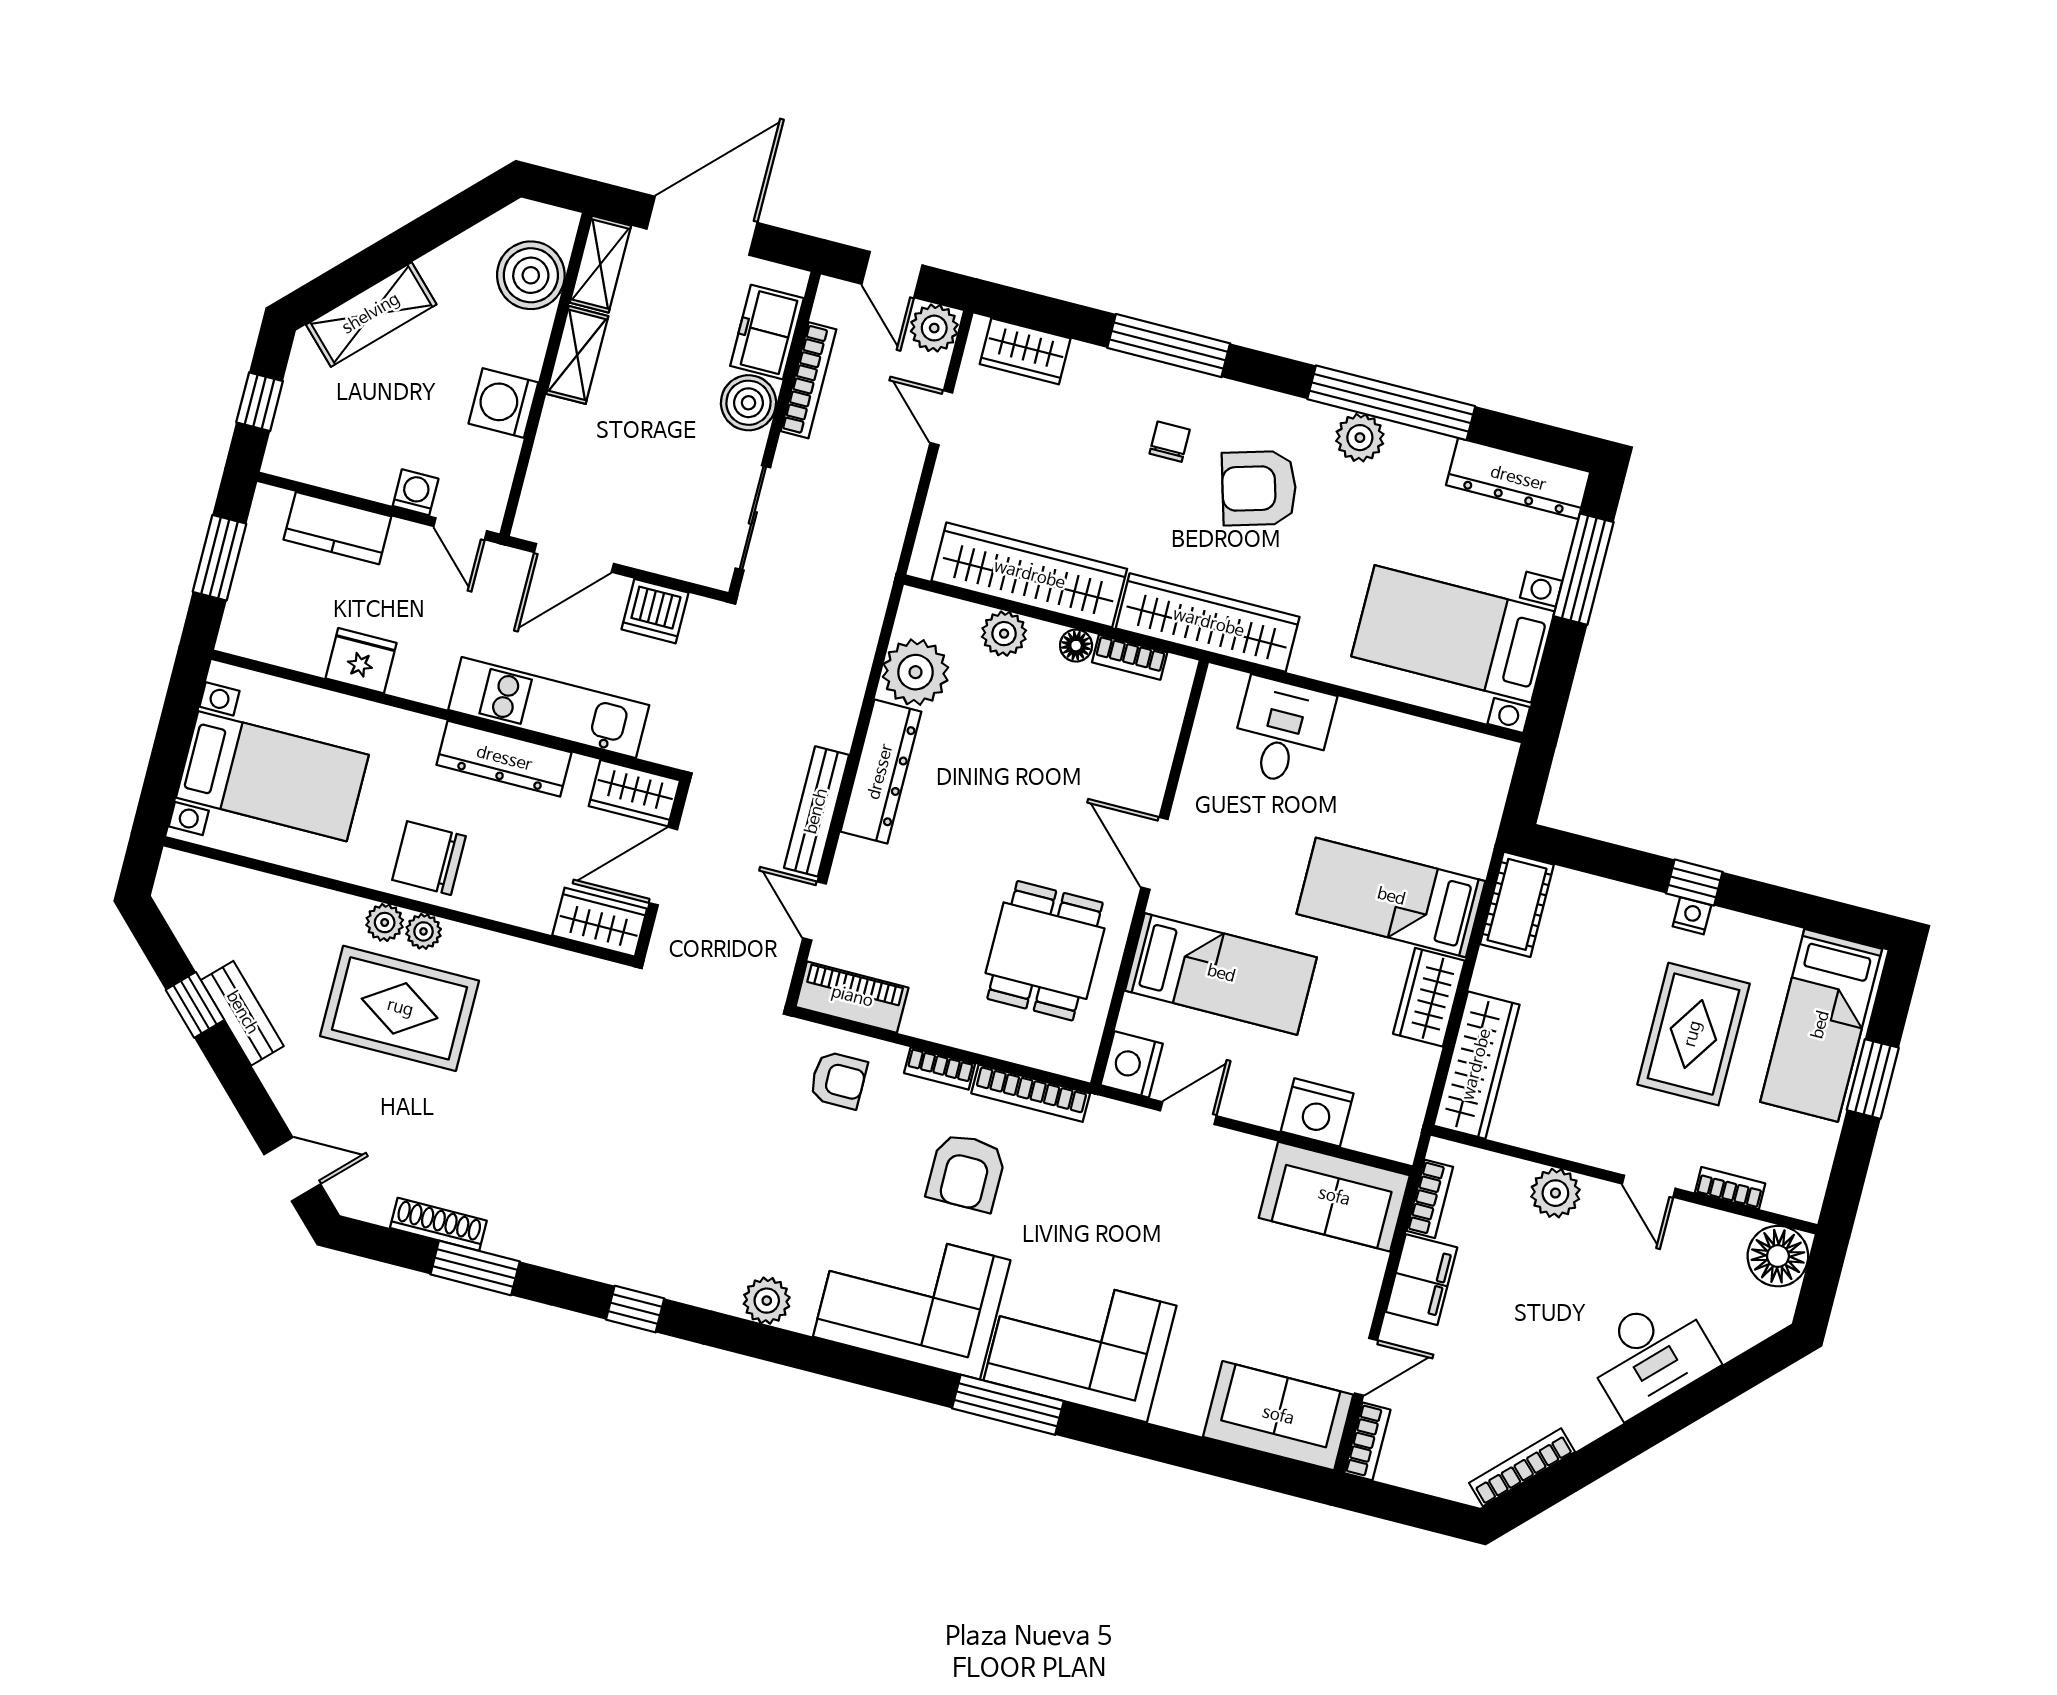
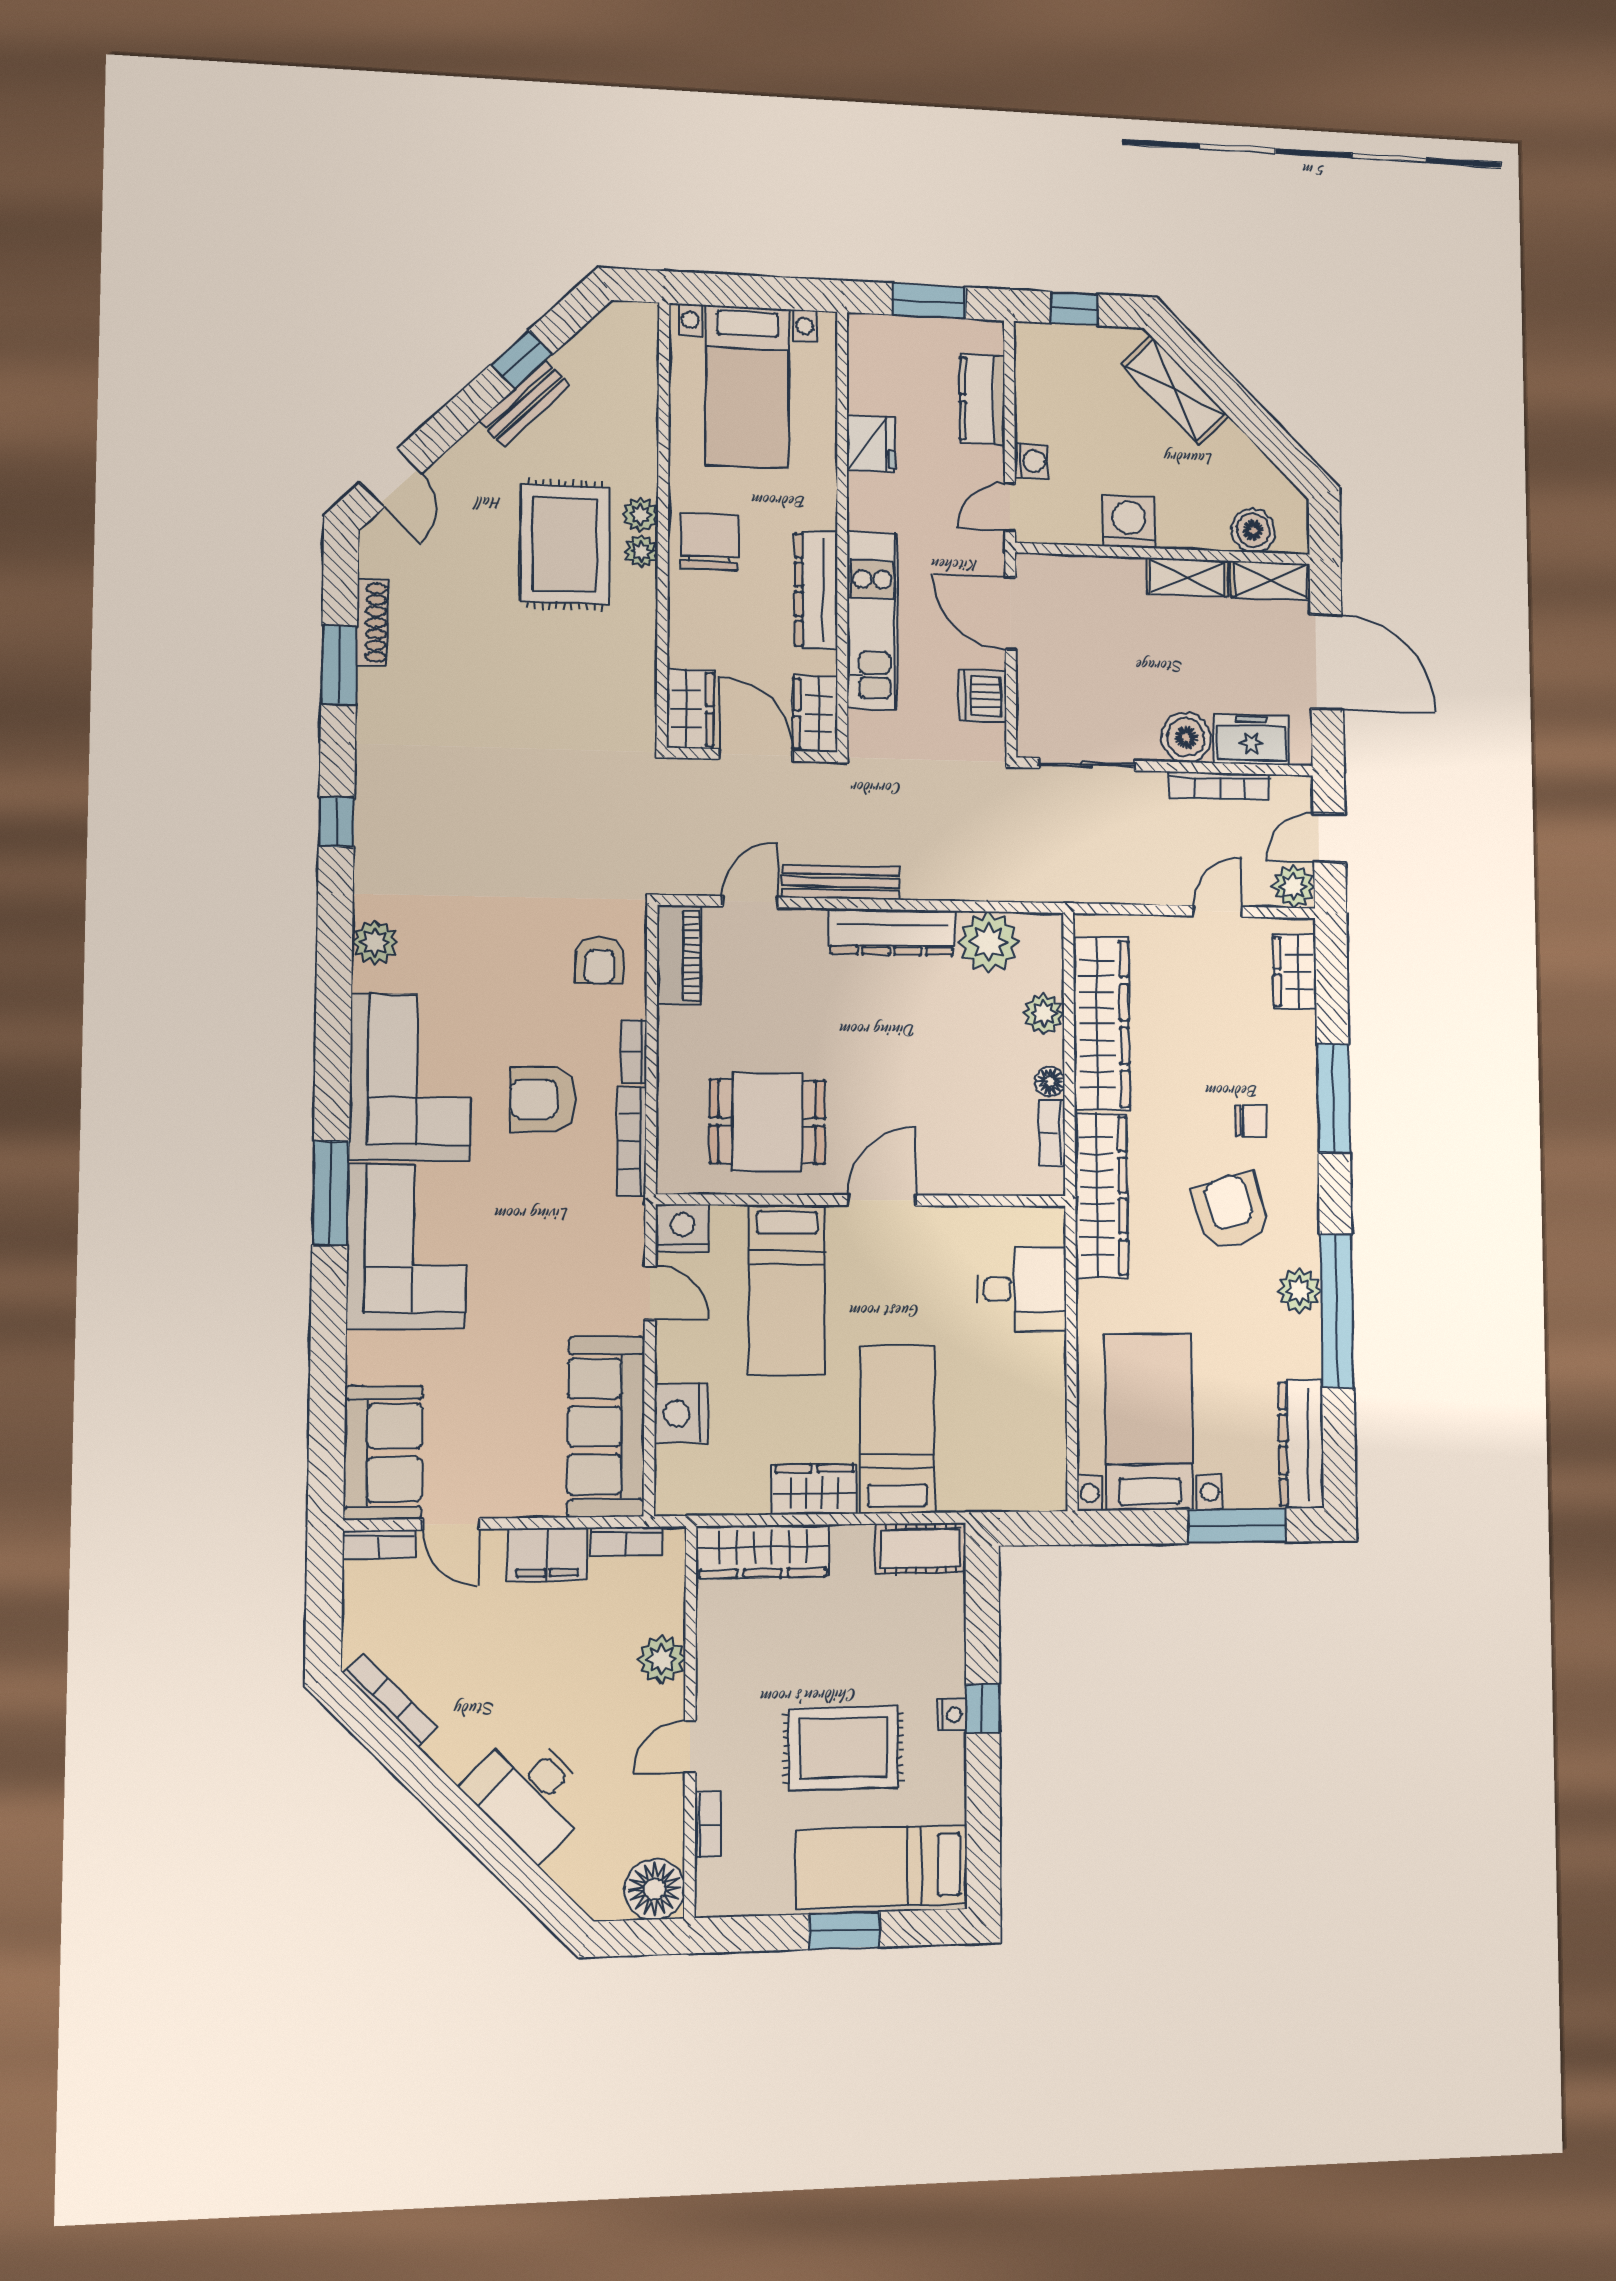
boiler: (531, 275) -> (1253, 530), width x0.73, depth x0.73
sofa: (1334, 1197) -> (606, 1426), width x1.36

